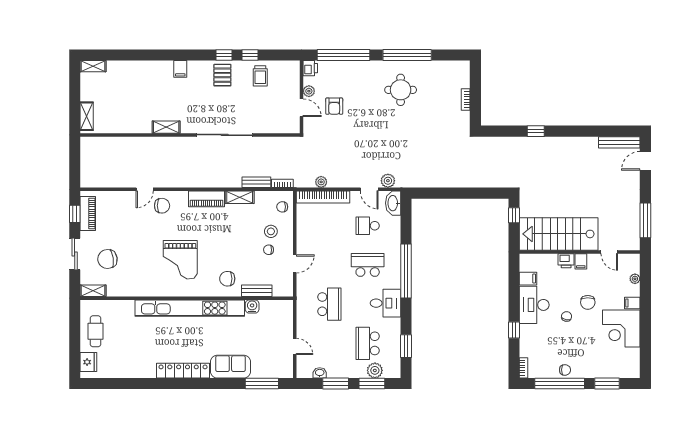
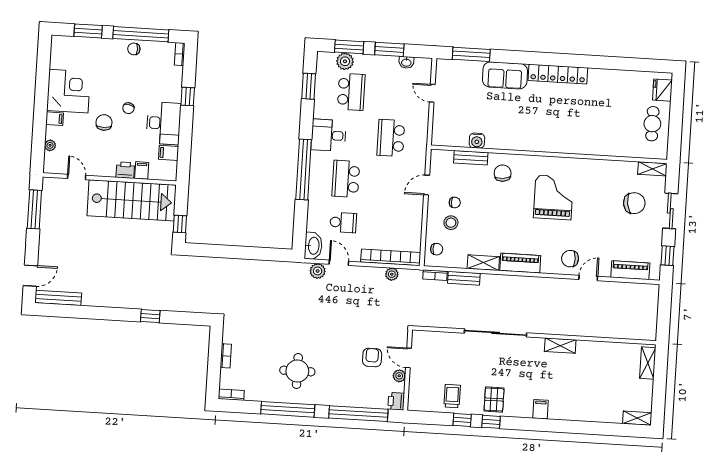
bookcase: (459, 65) -> (231, 395), added
piano: (88, 214) -> (630, 270), moved, turned 90
filing cabinet: (581, 261) -> (142, 170), moved
school desk: (368, 265) -> (346, 179), turned 90
chair: (227, 279) -> (503, 173), turned -96
kitchen unit: (190, 308) -> (546, 143), removed

